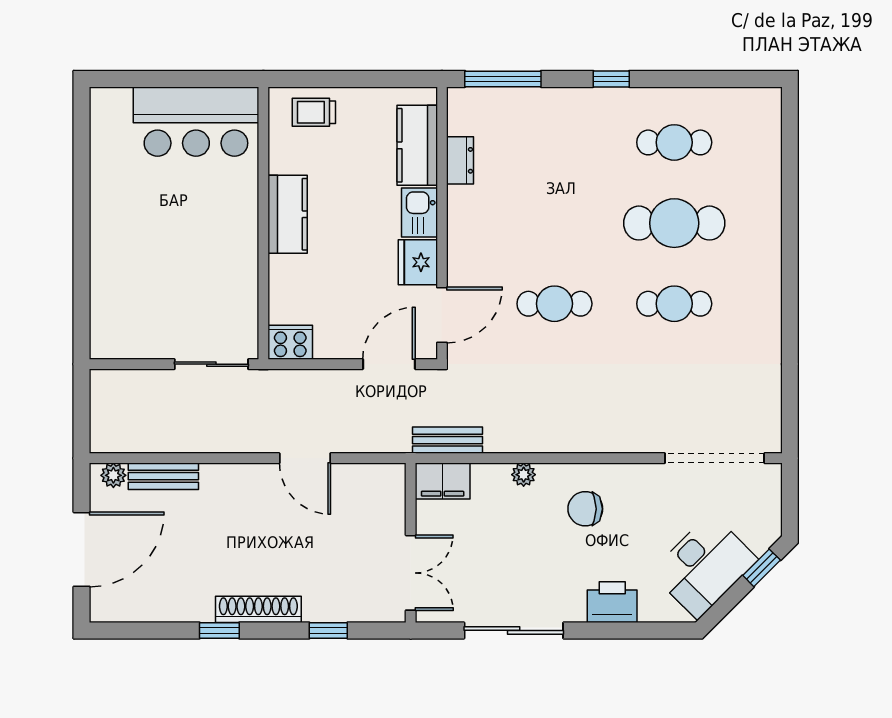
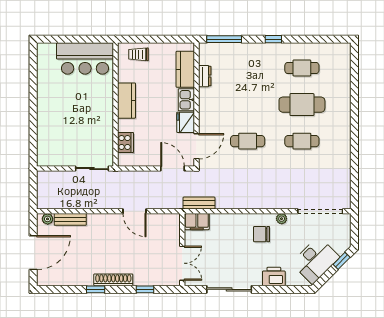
cooker: (290, 342) -> (125, 142), moved, turned 90
door: (389, 364) -> (173, 169), hinge flipped
plant: (524, 475) -> (282, 219), moved

